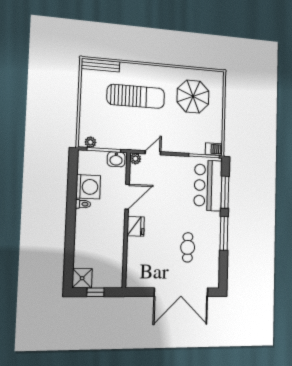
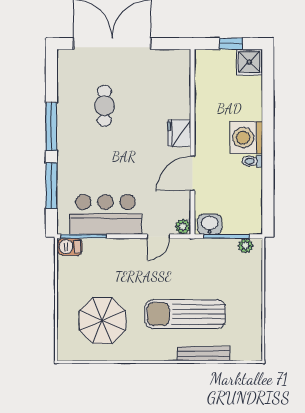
bench: (101, 65) -> (204, 354), moved
bar counter: (208, 185) -> (105, 214), moved, turned -90
washing machine: (88, 187) -> (246, 138), moved

